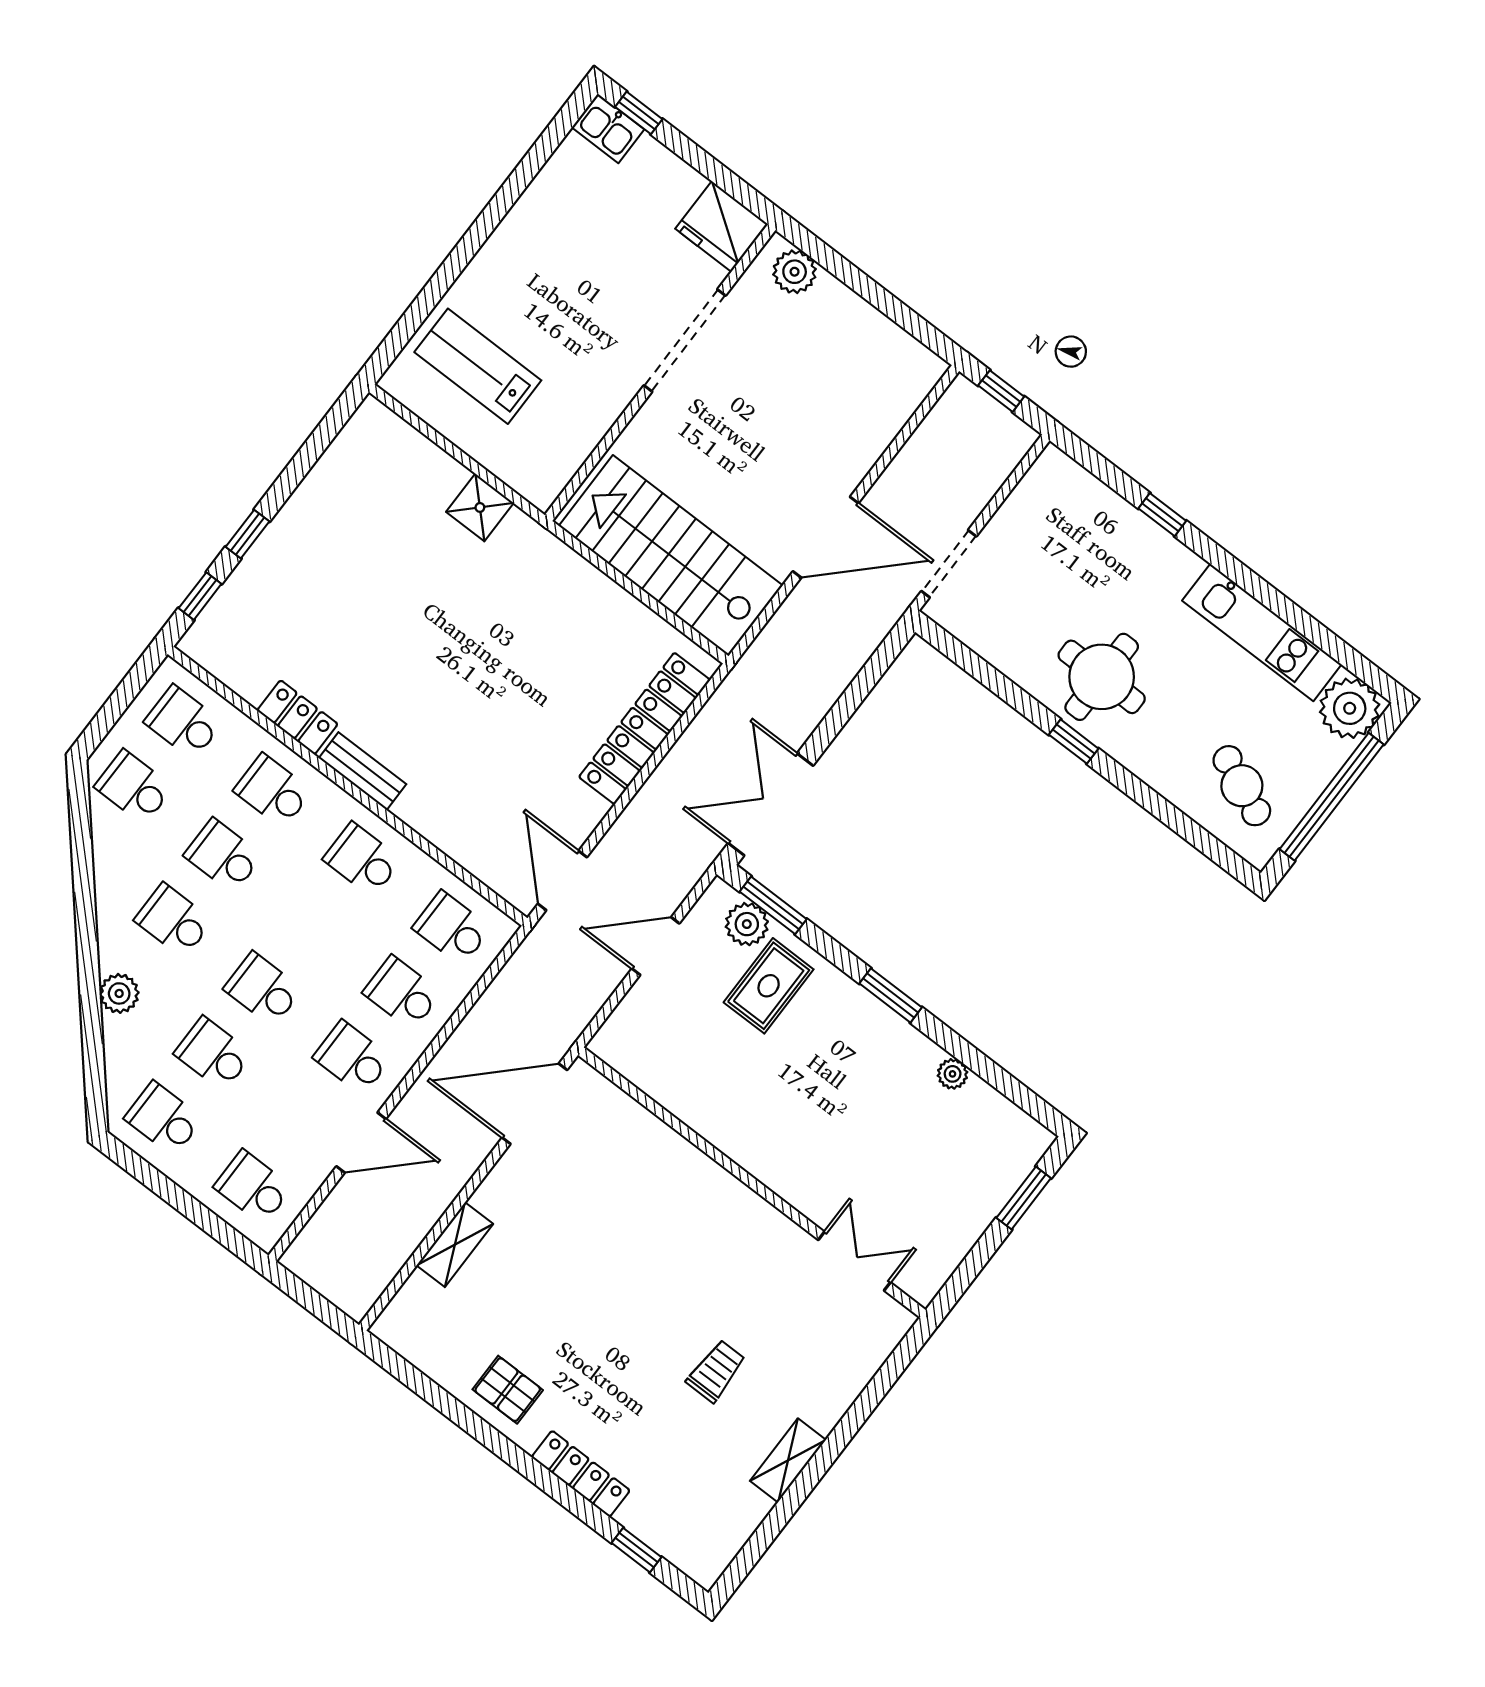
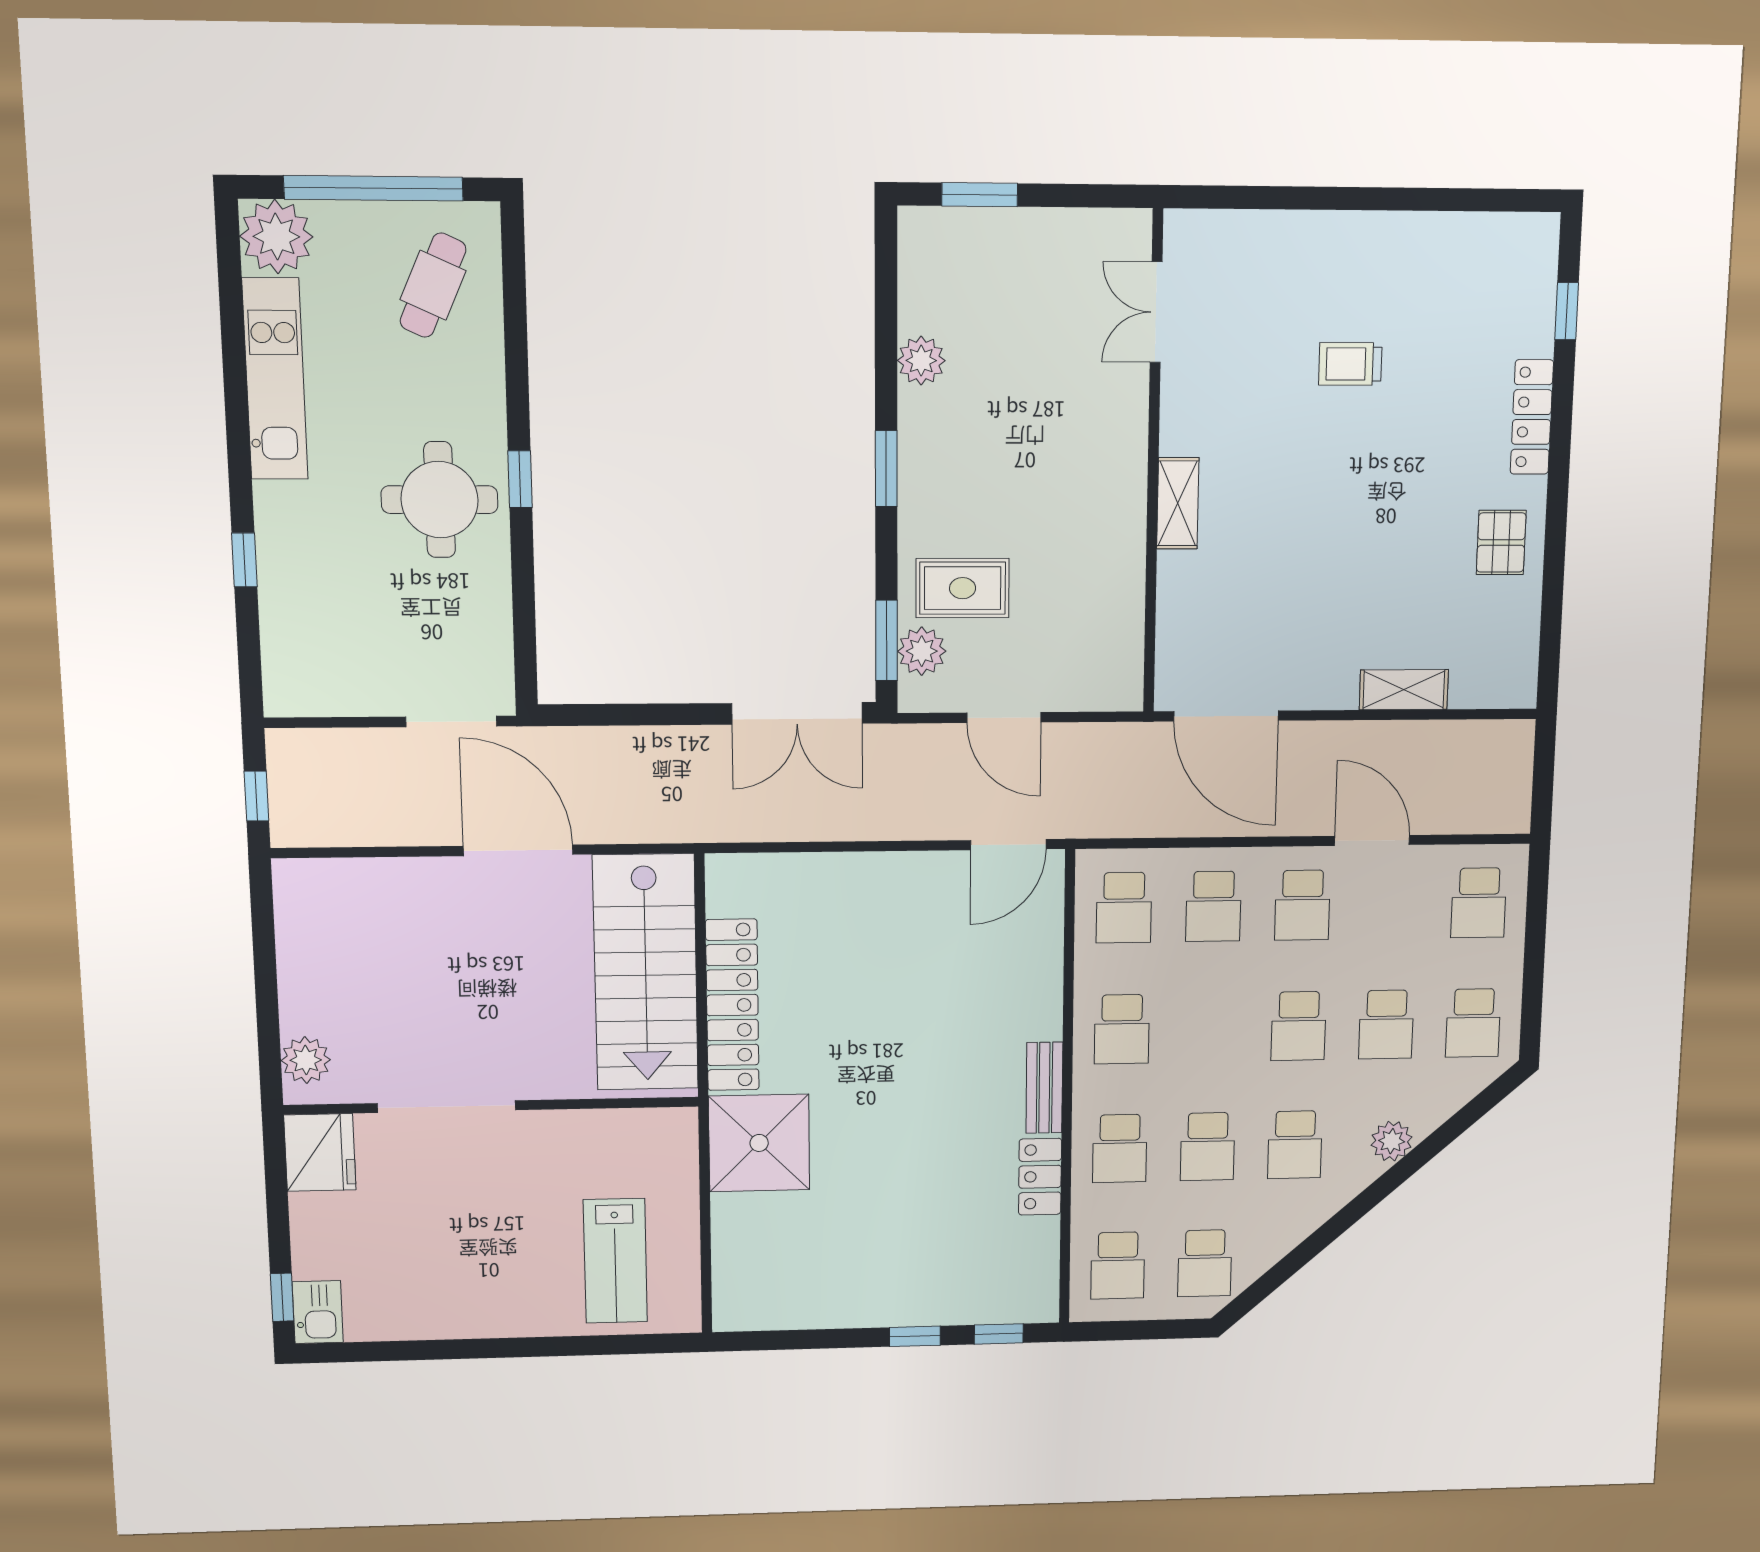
shower: (480, 507) -> (759, 1143), width x1.86, depth x1.86
locker: (644, 729) -> (732, 1005), moved, turned -90
plant: (953, 1074) -> (921, 361), width x1.38, depth x1.38
shelving: (788, 1460) -> (1178, 503), moved, turned 90

